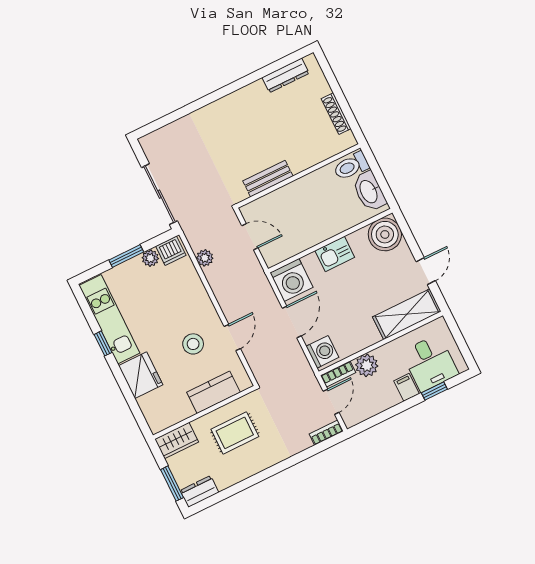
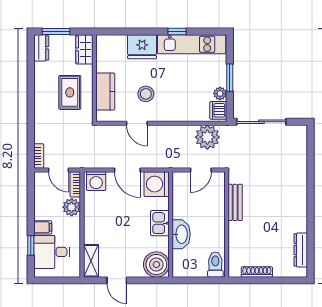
washbasin: (369, 191) -> (181, 234), moved, turned 90
plant: (205, 258) -> (207, 137), width x1.87, depth x1.87
shelving: (407, 314) -> (91, 261), width x0.67, depth x0.75

